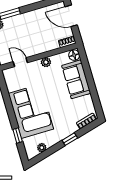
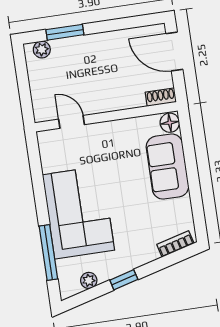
plant: (46, 62) -> (117, 128), removed
window: (18, 135) -> (48, 253), width x2.17
window: (70, 139) -> (124, 280), moved

